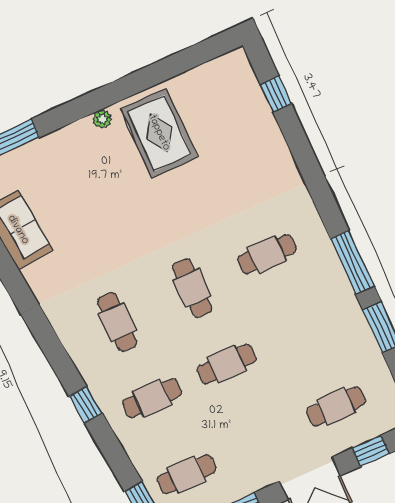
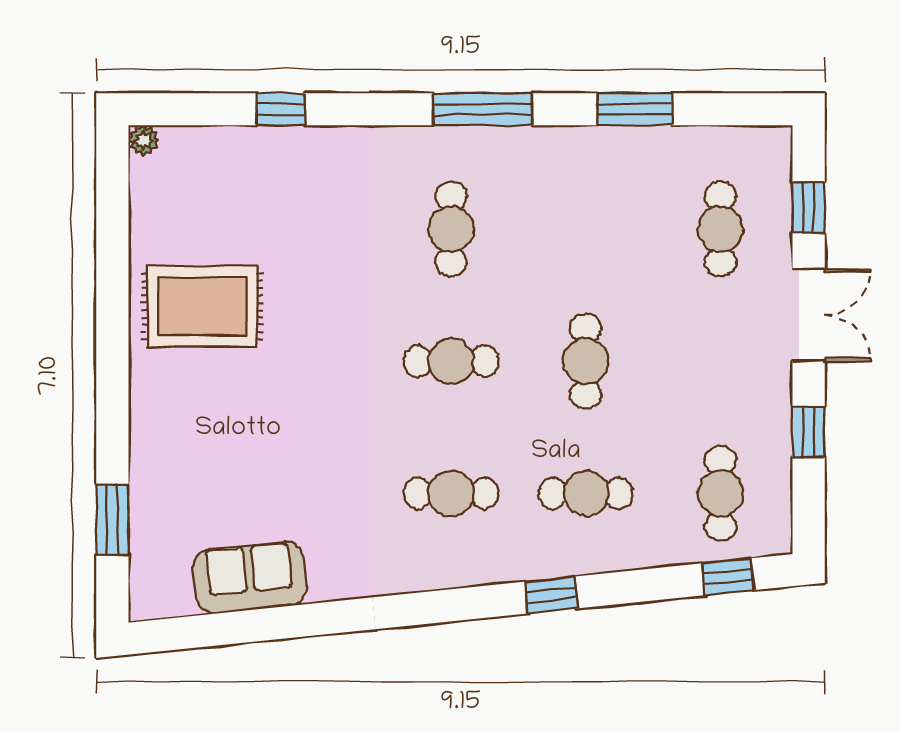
window: (276, 94) -> (281, 109), moved
plant: (102, 119) -> (143, 140), moved
window: (352, 262) -> (482, 109), moved
cafe table: (152, 398) -> (586, 493), turned 90

